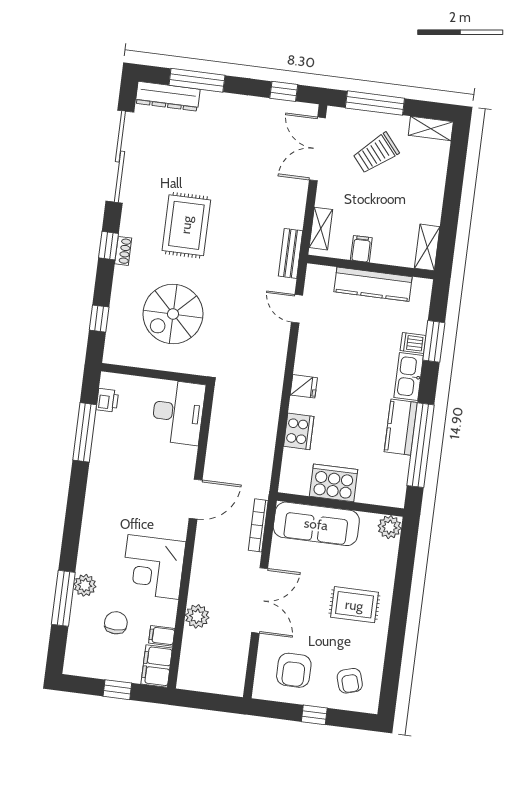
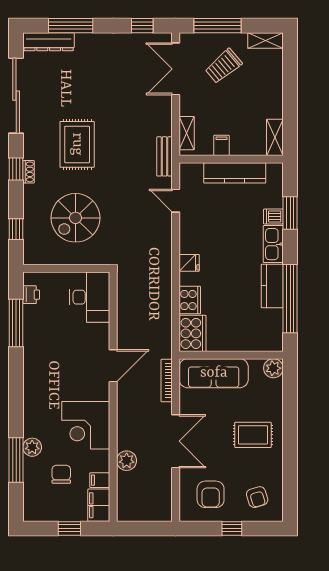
cooker: (334, 483) -> (192, 333), moved, turned 90

